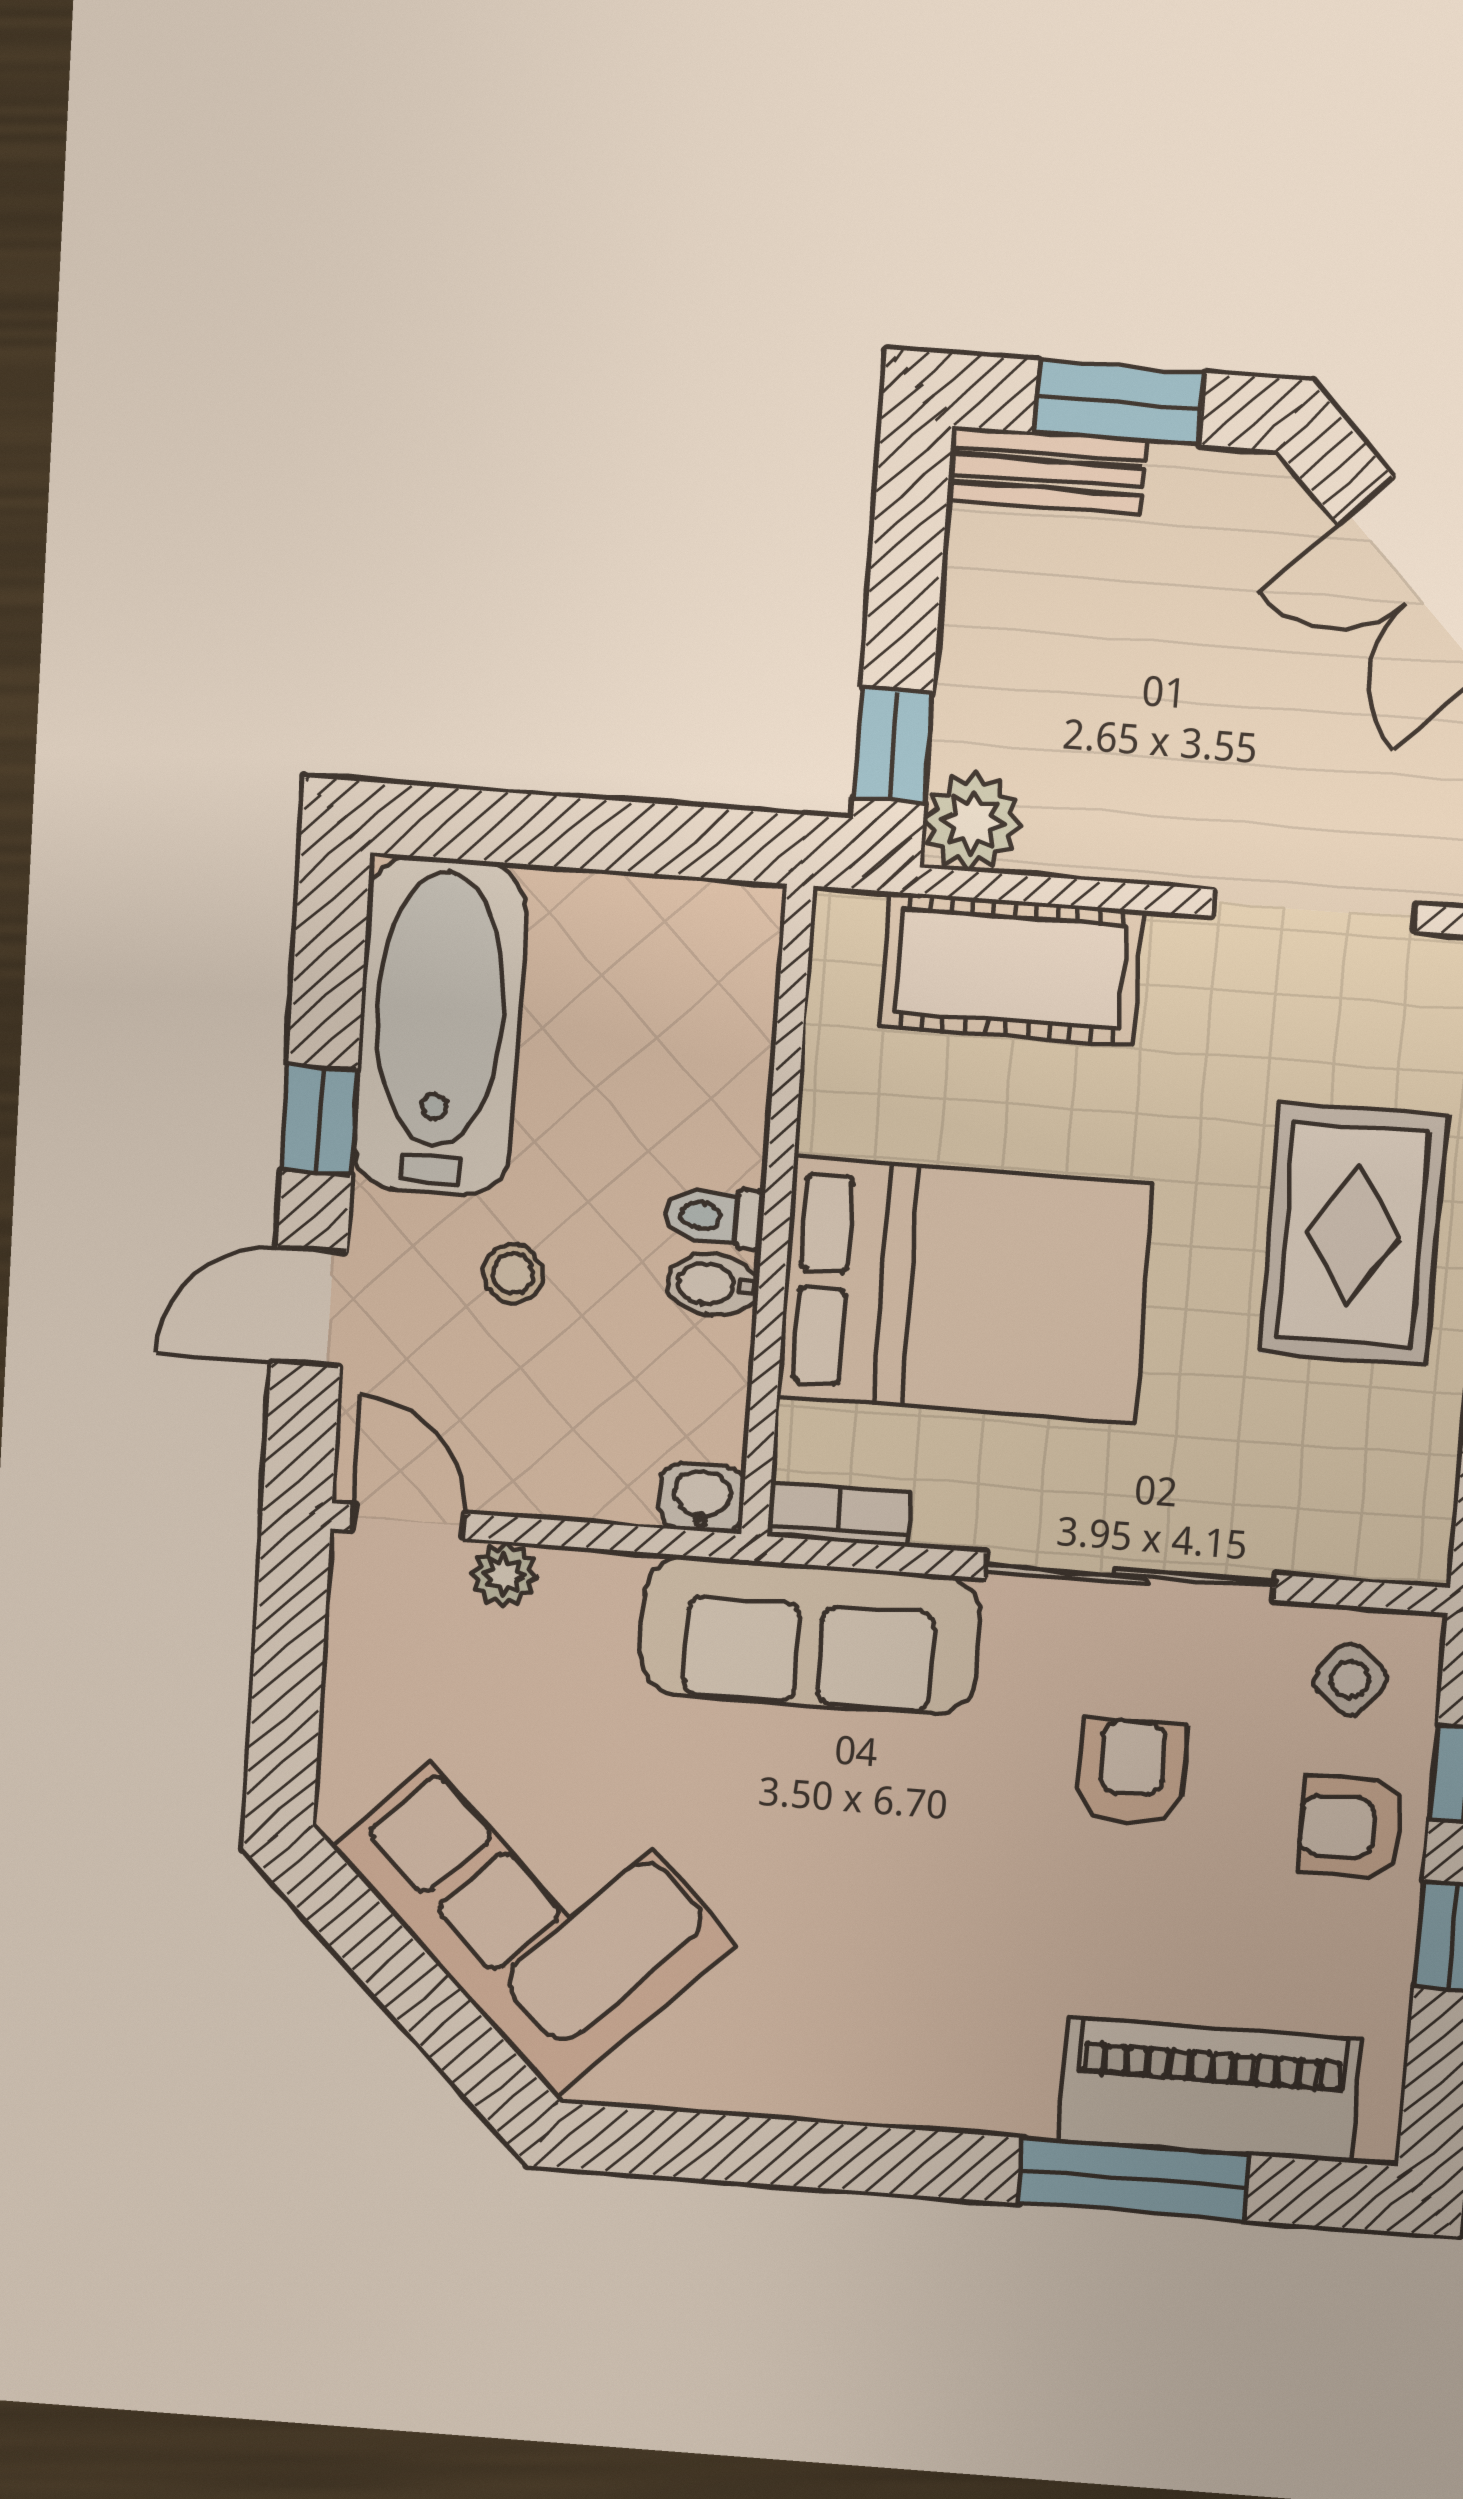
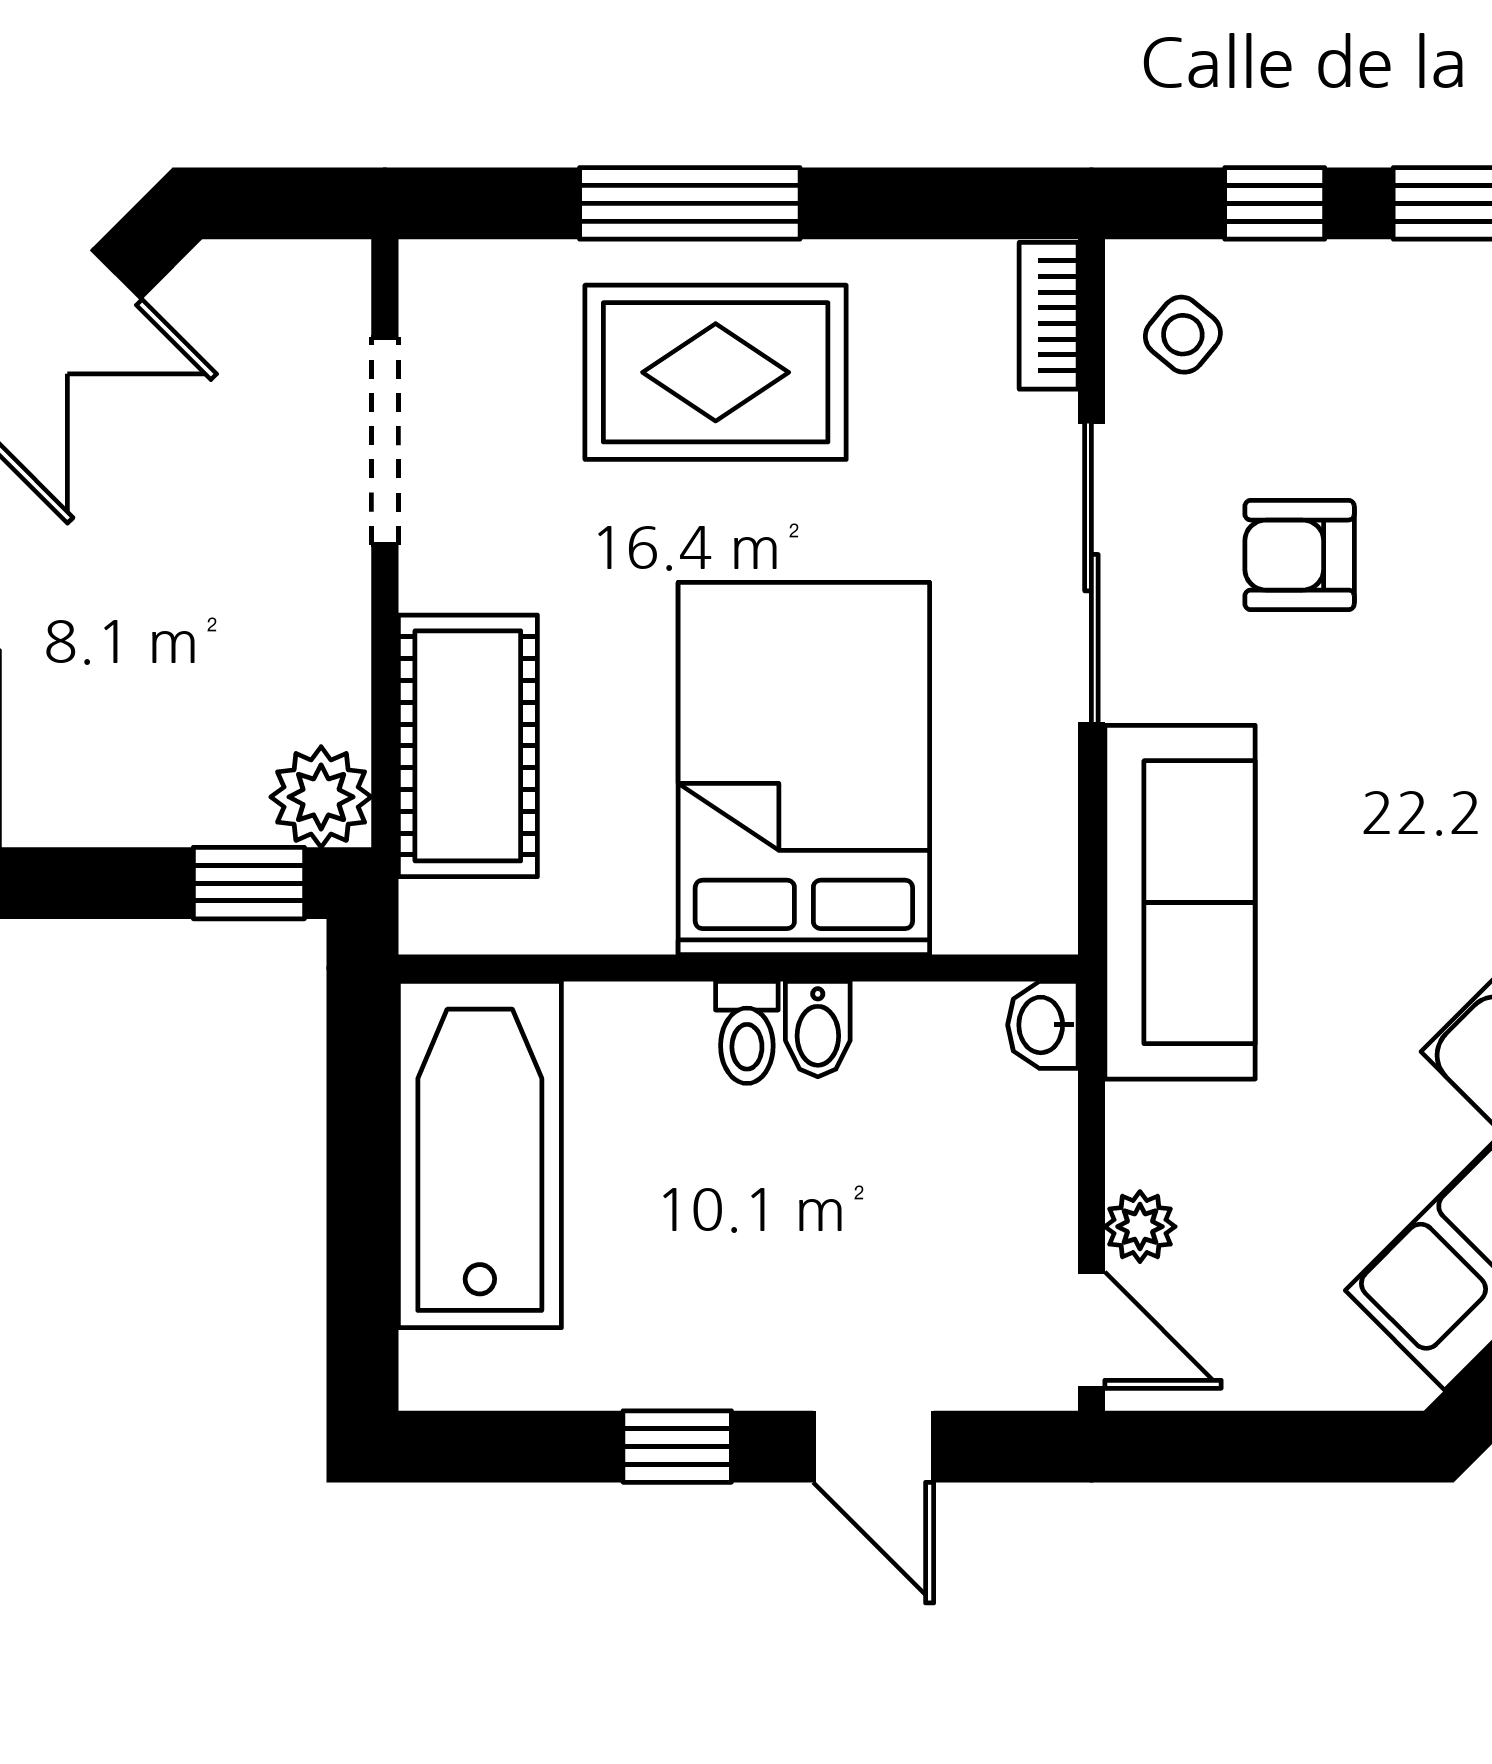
bathtub: (439, 1026) -> (480, 1155), moved, turned 90
stool: (513, 1274) -> (823, 1237), removed
bookcase: (839, 1514) -> (1049, 316), moved
door: (408, 1522) -> (1091, 1330), swing flipped
armchair: (1352, 1827) -> (1341, 320), removed

